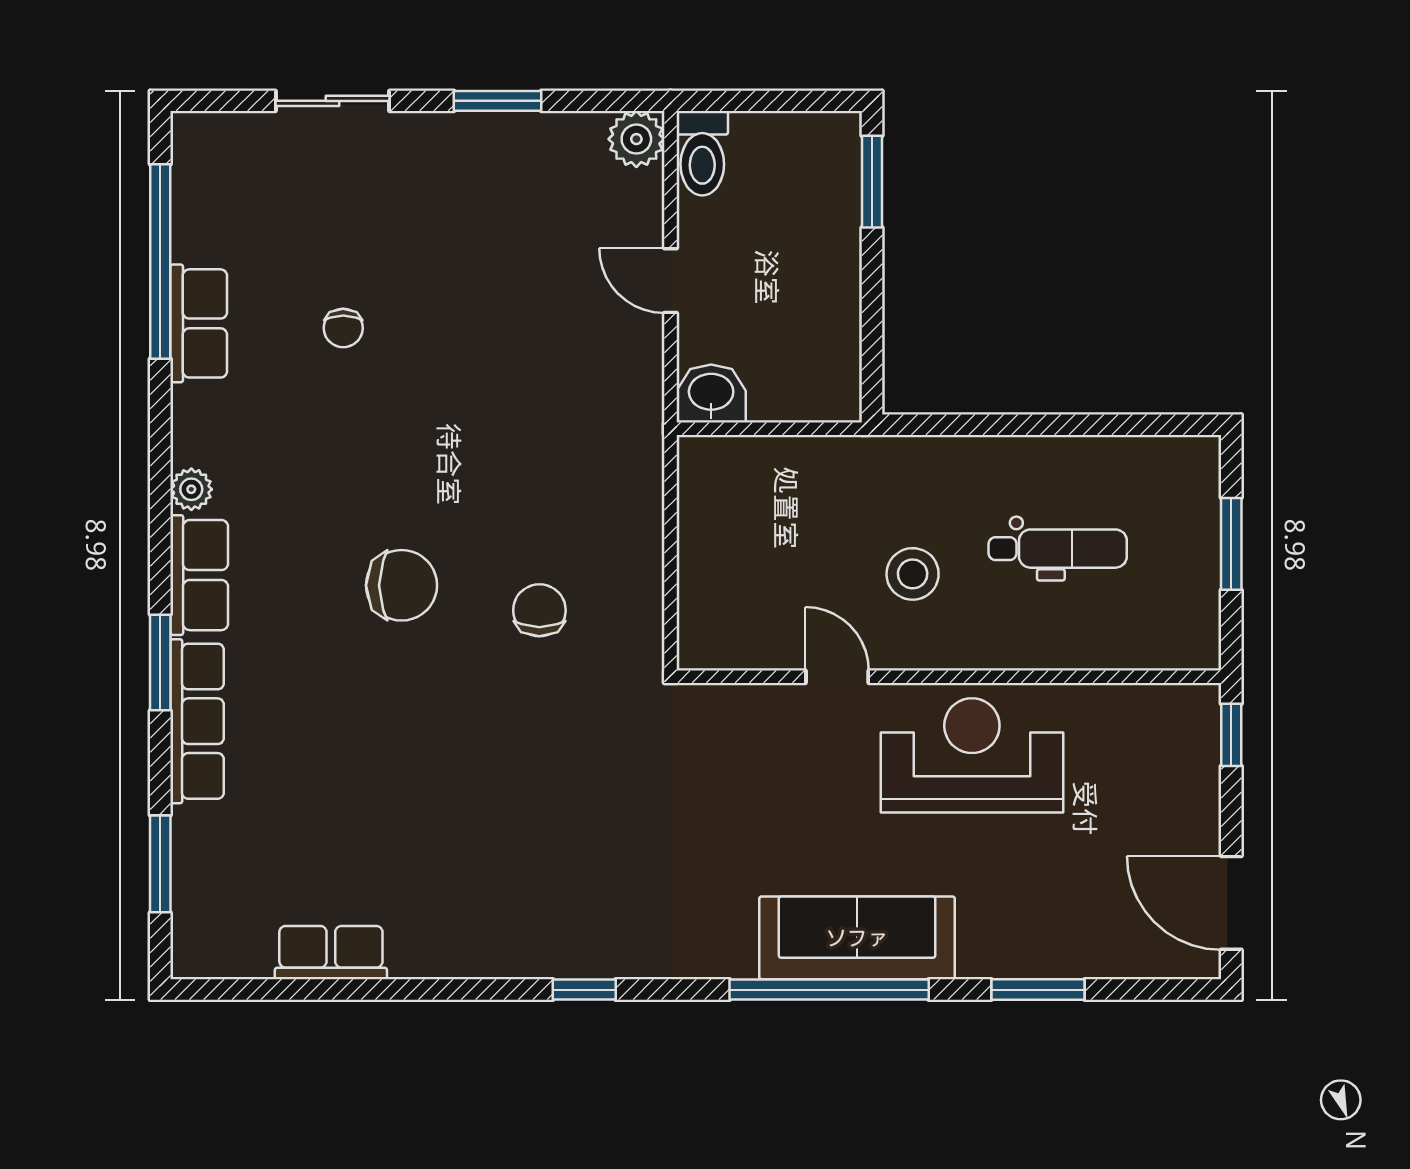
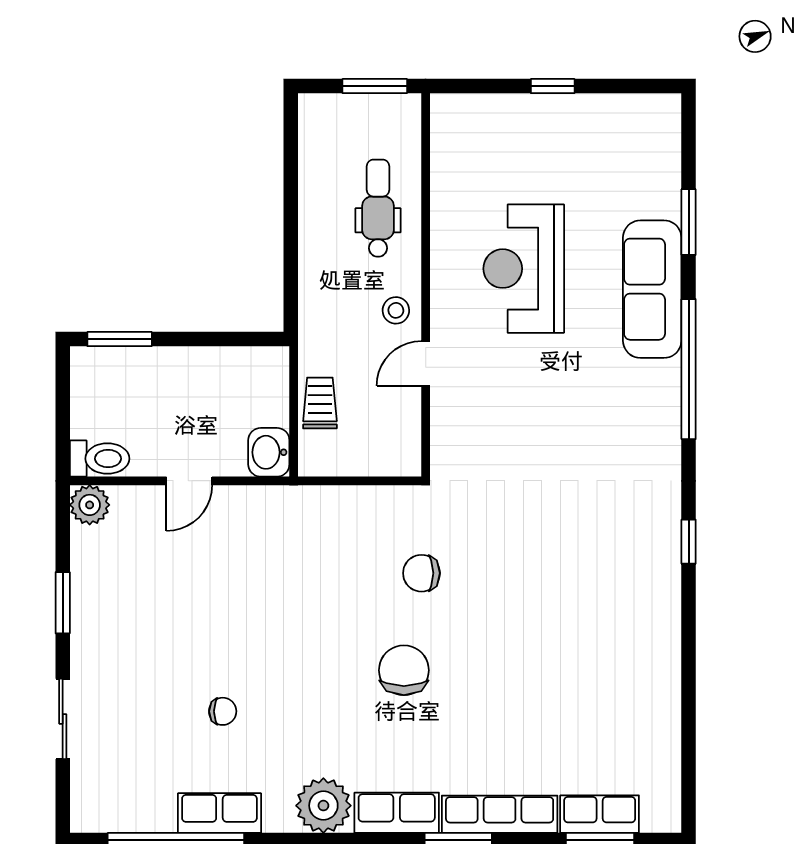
trolley: (781, 466) -> (320, 403), added
plant: (191, 489) -> (323, 806), width x1.88, depth x1.88
stool: (913, 574) -> (396, 310), width x0.73, depth x0.73
door: (837, 677) -> (426, 364), moved
wall: (949, 677) -> (426, 285), moved
window: (1231, 735) -> (553, 86), moved
door: (1231, 903) -> (628, 86), removed
sofa: (857, 938) -> (652, 289), moved
row of seats: (331, 953) -> (600, 814), moved, turned 90

